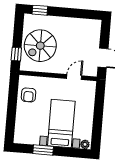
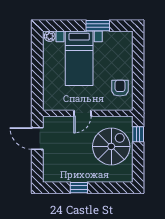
window: (40, 10) -> (79, 188), moved
door: (74, 77) -> (82, 113), moved

